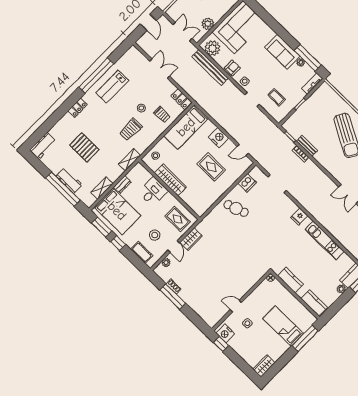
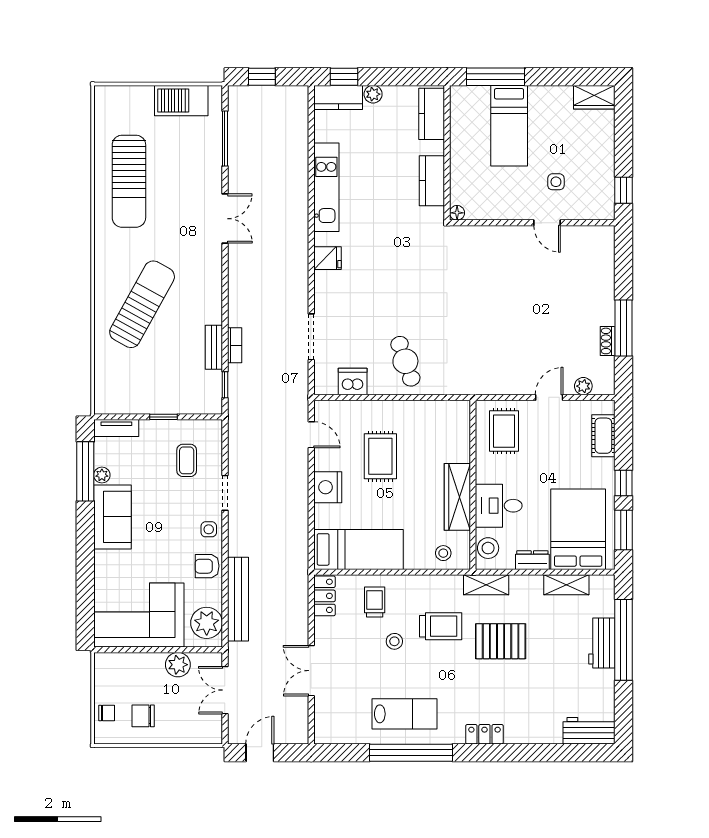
pallet: (84, 147) -> (501, 641), moved, turned 90
stool: (155, 235) -> (488, 548), moved
wardrobe: (191, 239) -> (514, 383), removed
nightstand: (225, 333) -> (602, 199), removed

